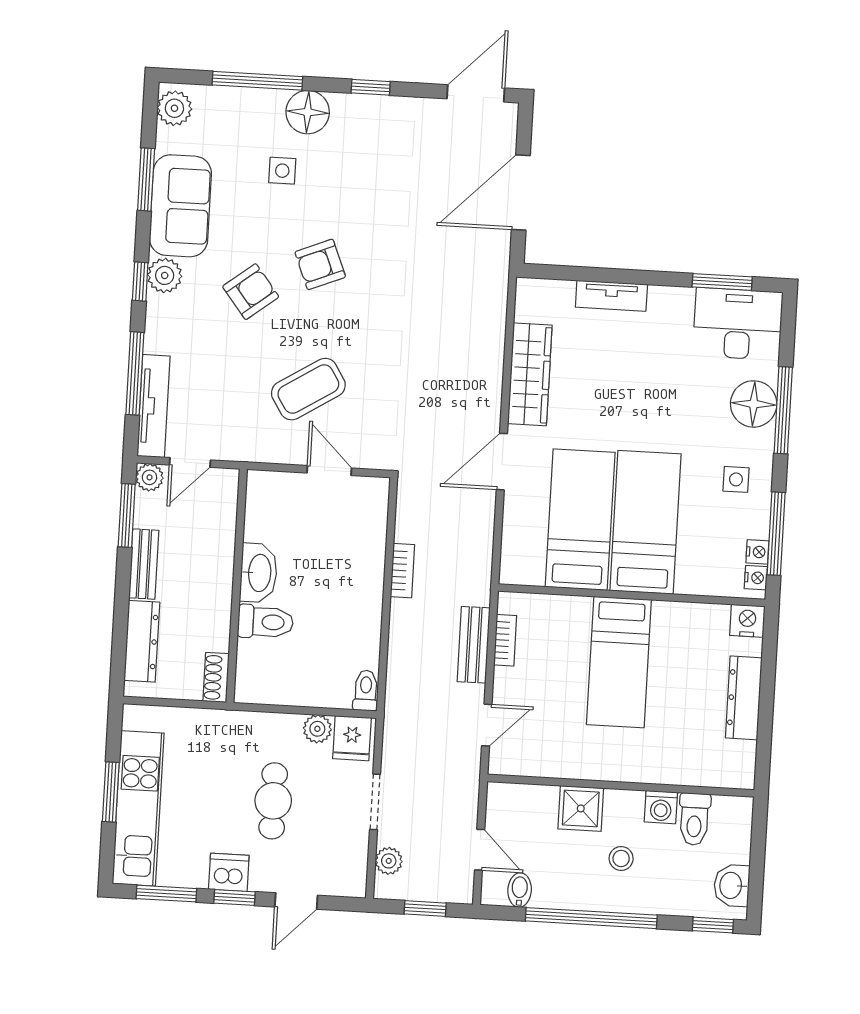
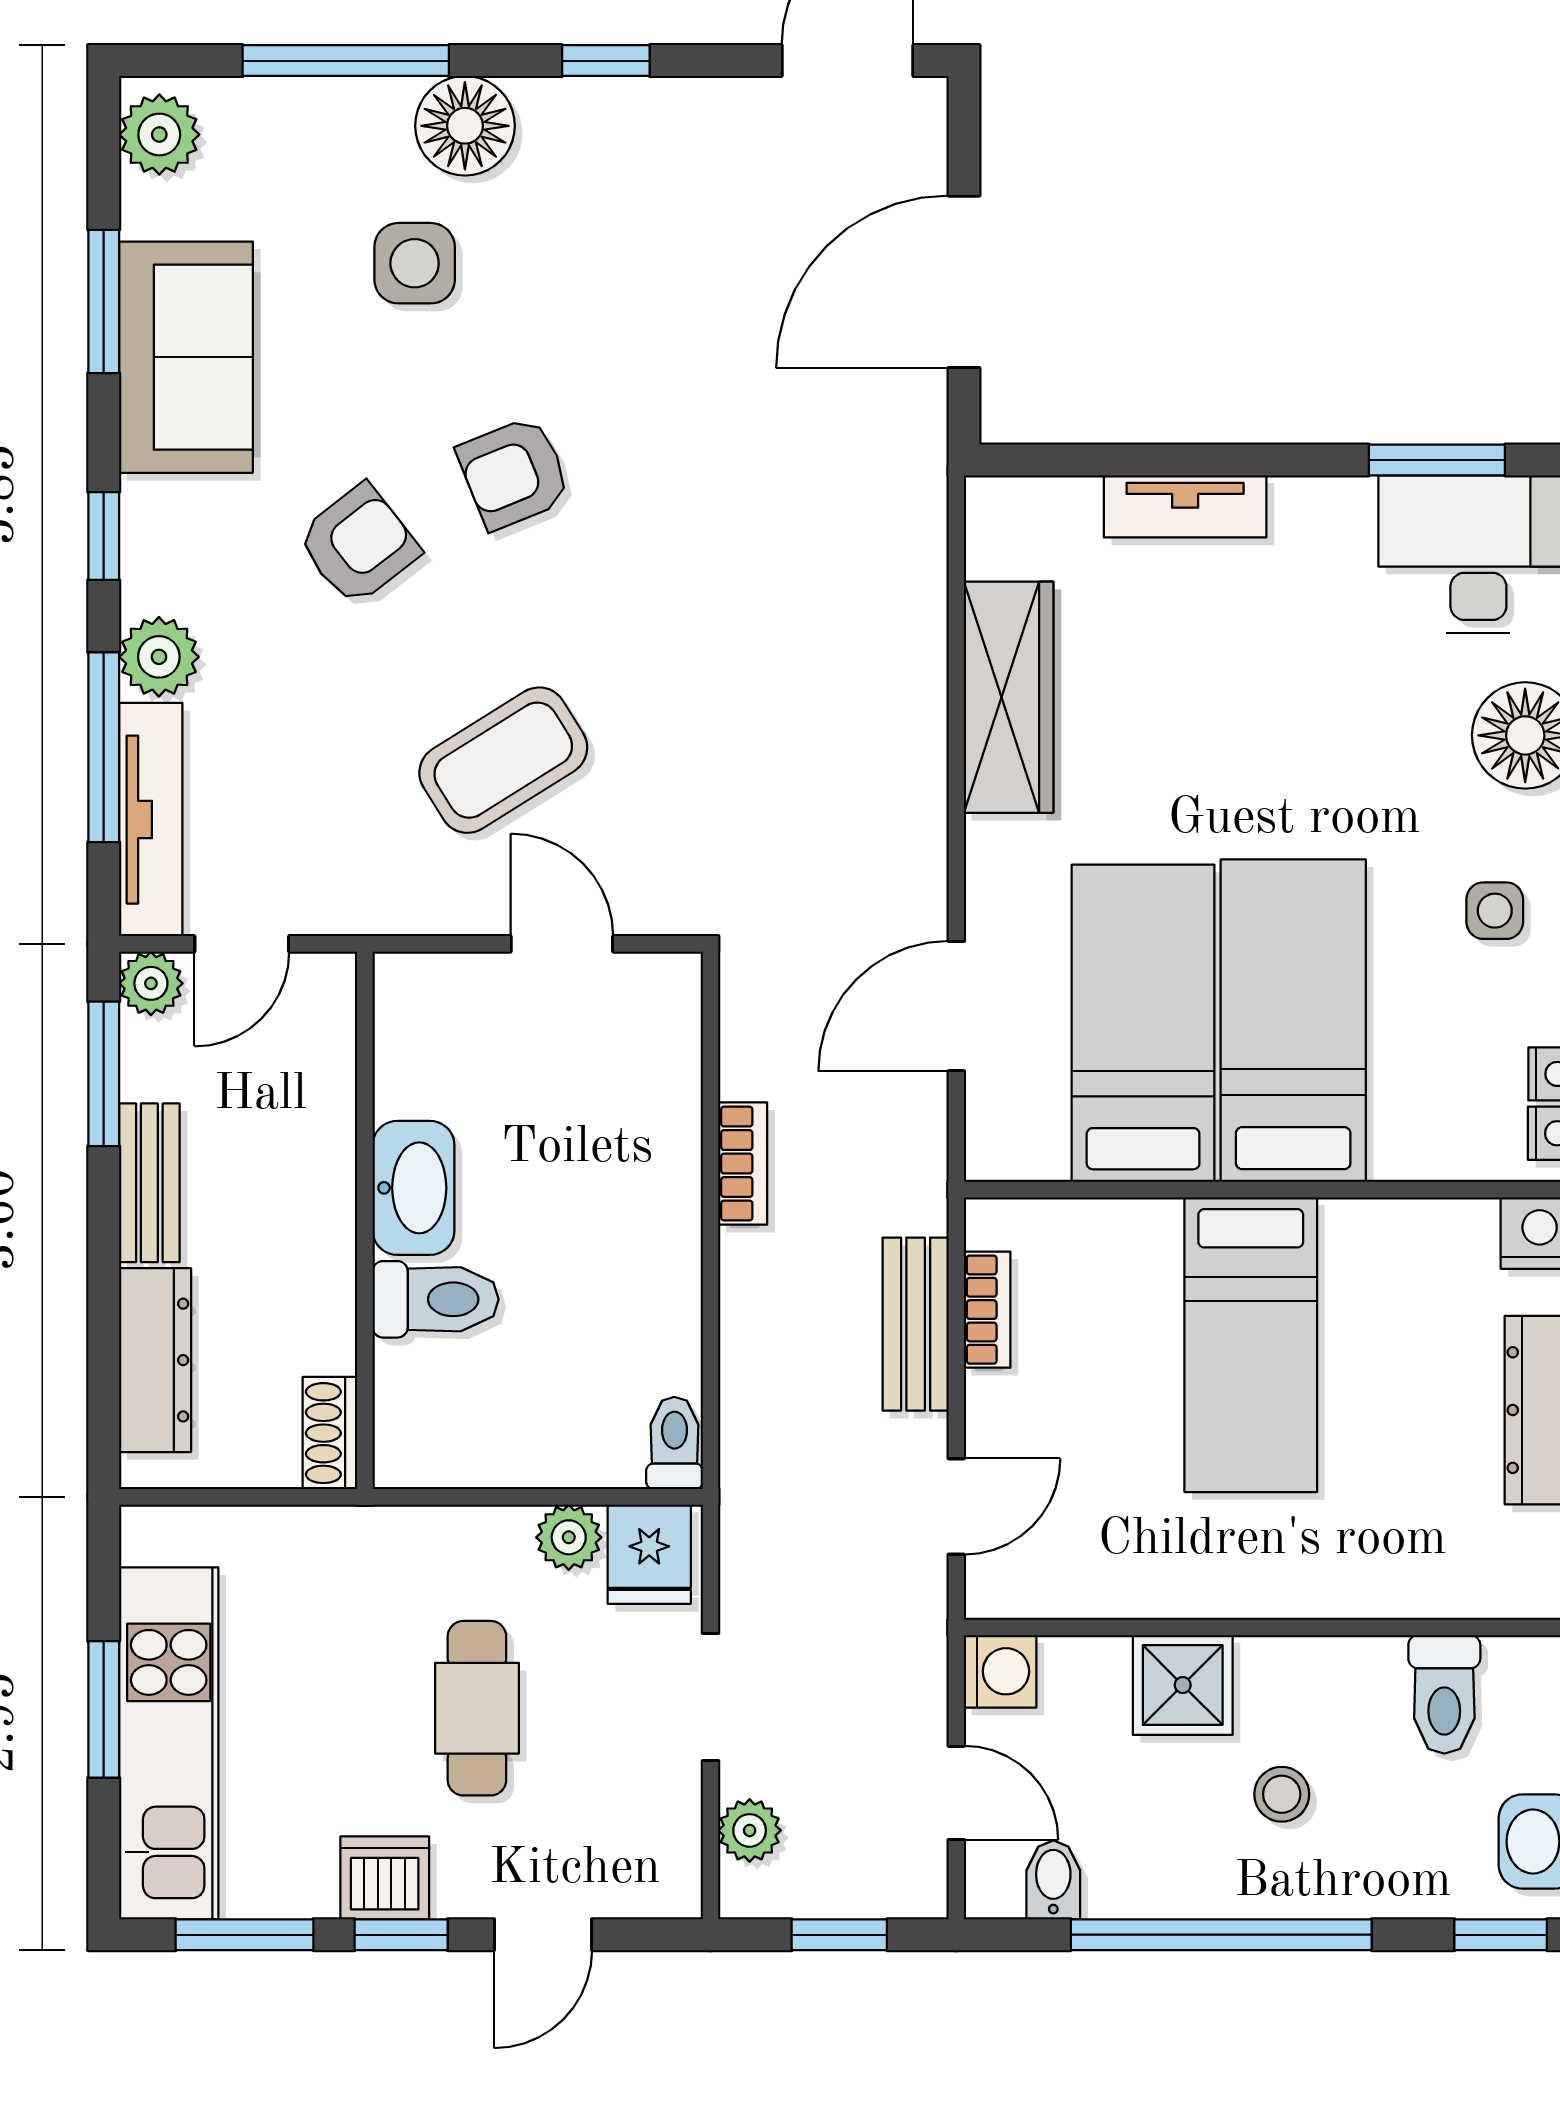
side table: (282, 171) -> (415, 263), width x1.37, depth x1.37
plant: (165, 275) -> (159, 657), moved
door: (502, 462) -> (956, 1006), moved
washing machine: (661, 807) -> (1000, 1671), moved, turned -90

